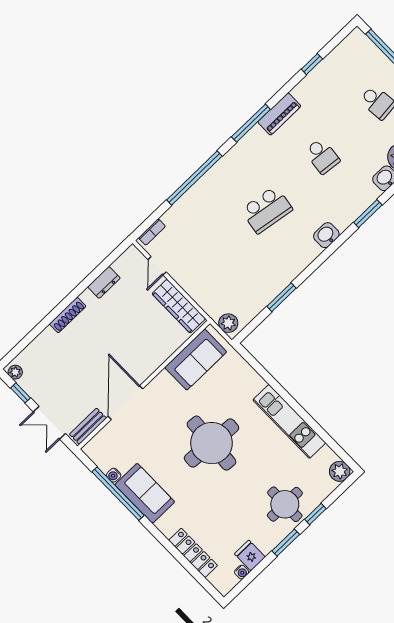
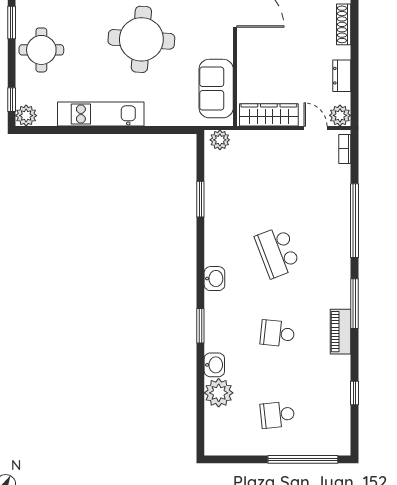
school desk: (267, 210) -> (277, 252), turned -30
plant: (132, 257) -> (340, 115), added
window: (315, 514) -> (12, 100), moved

